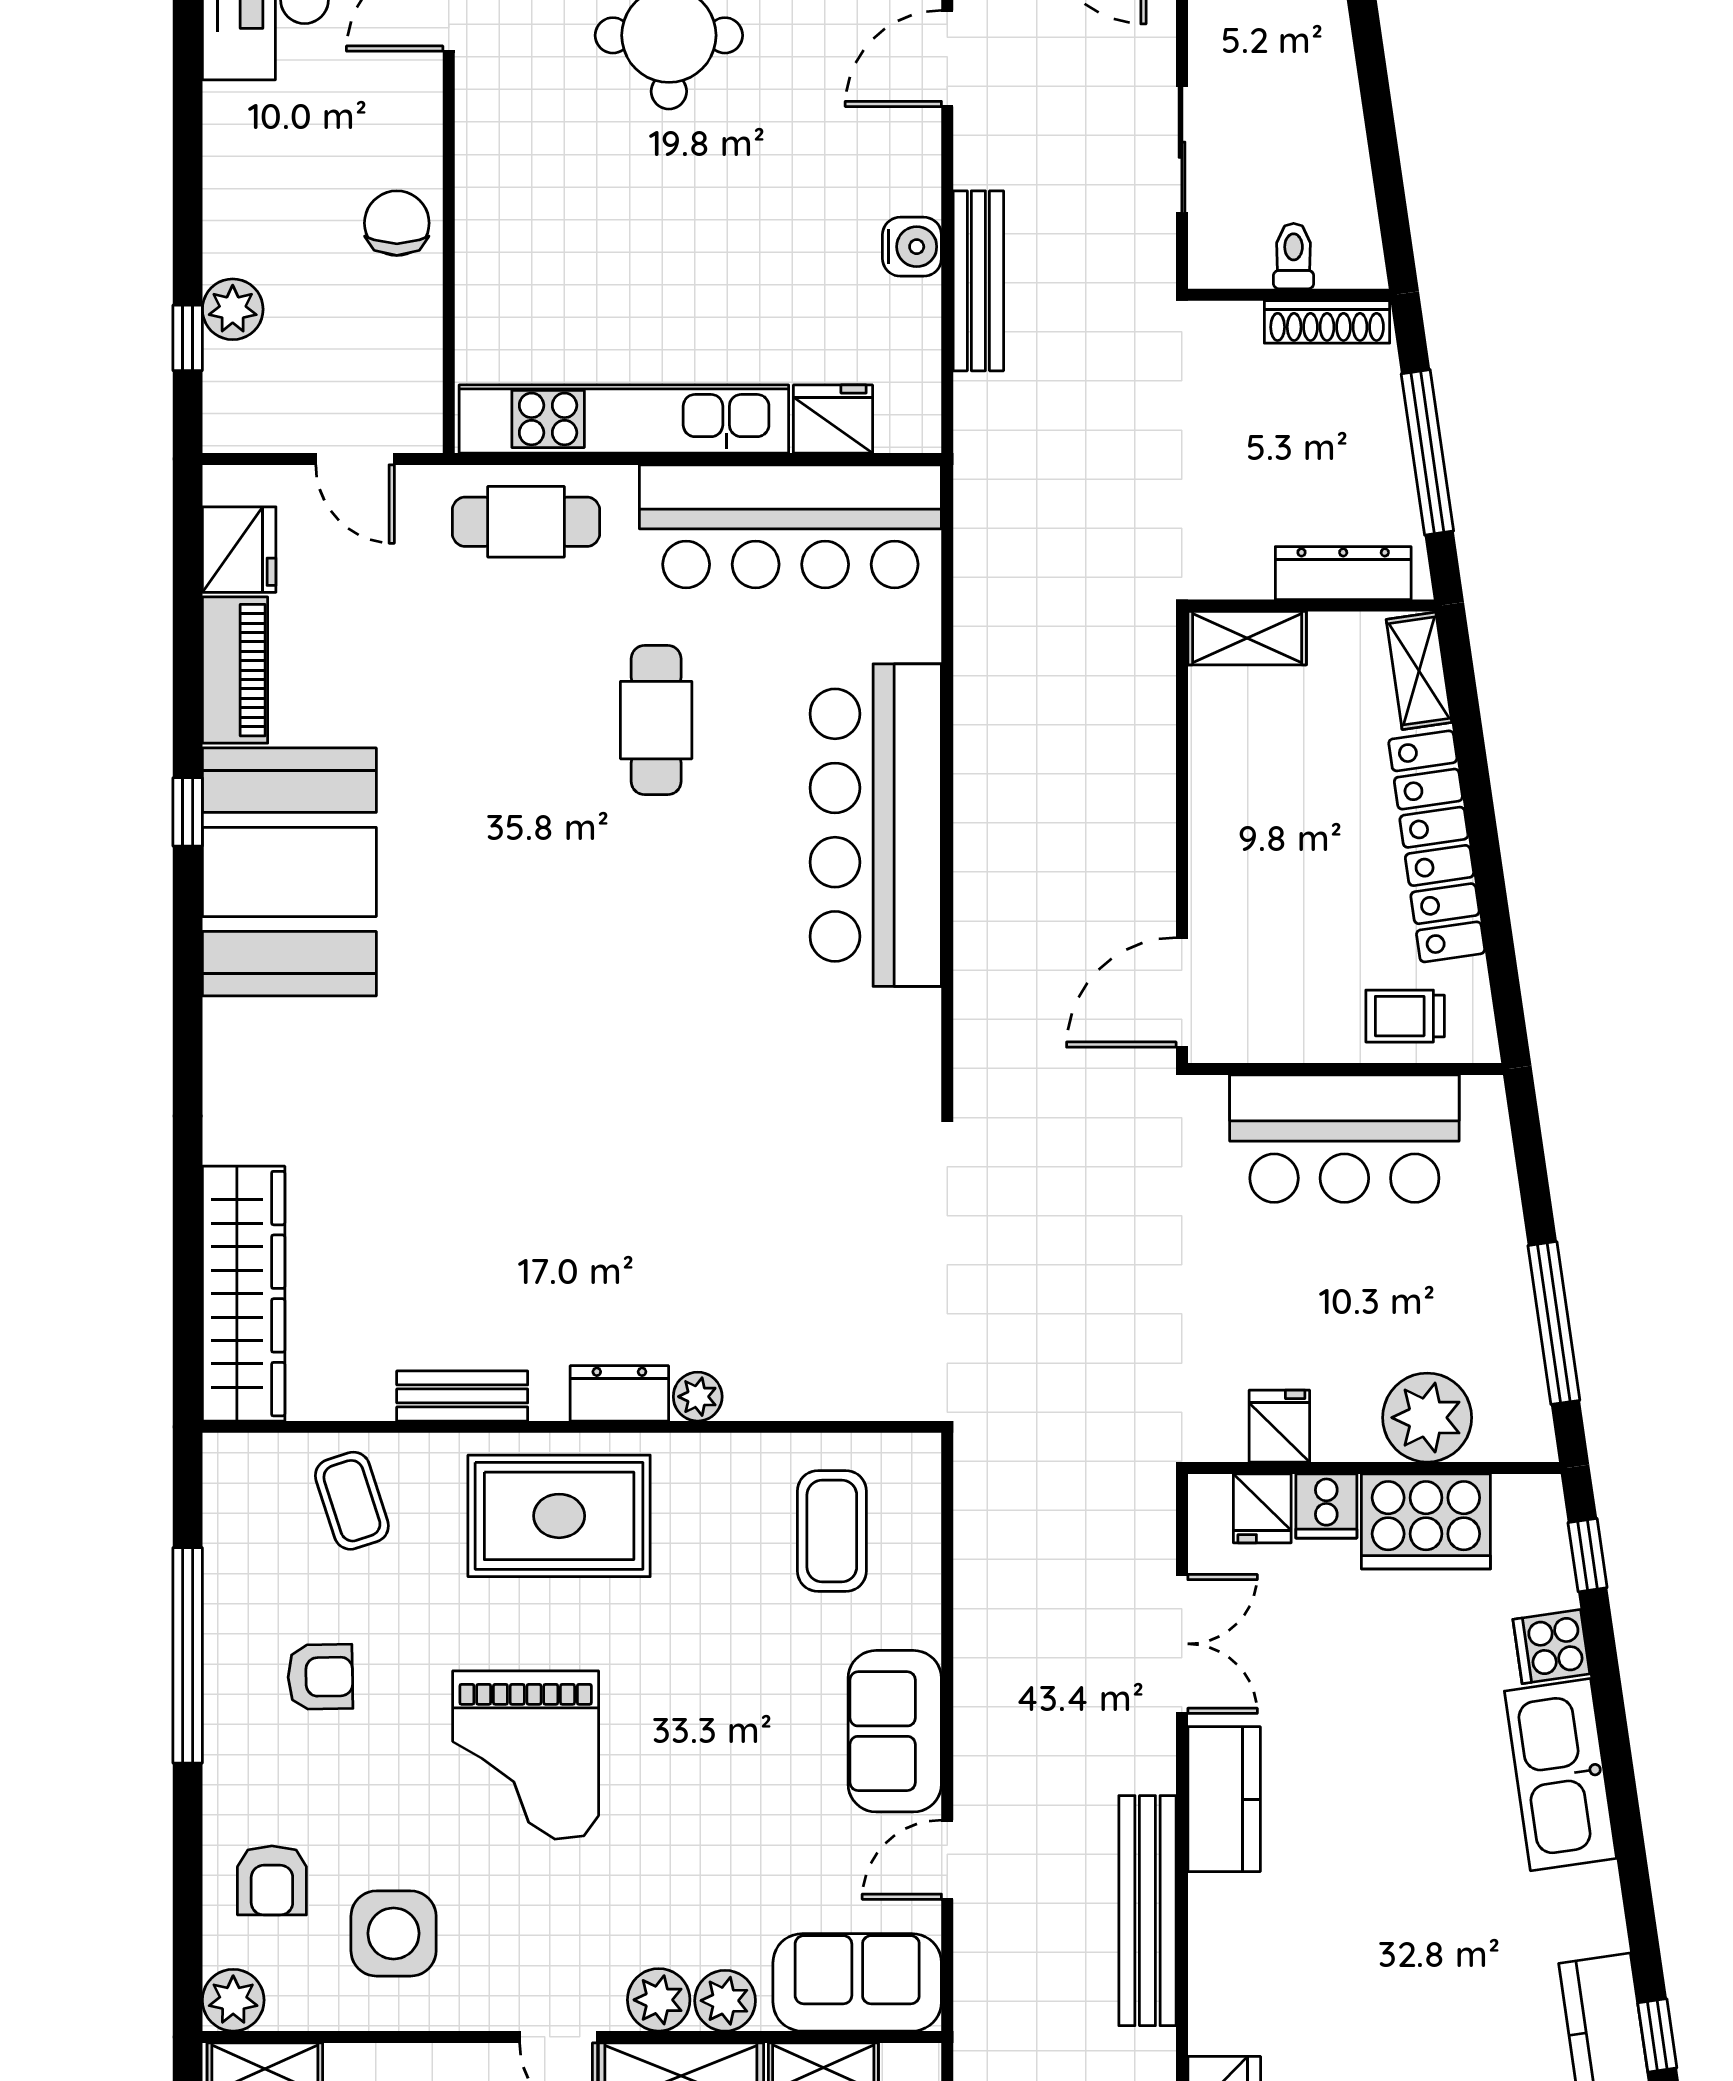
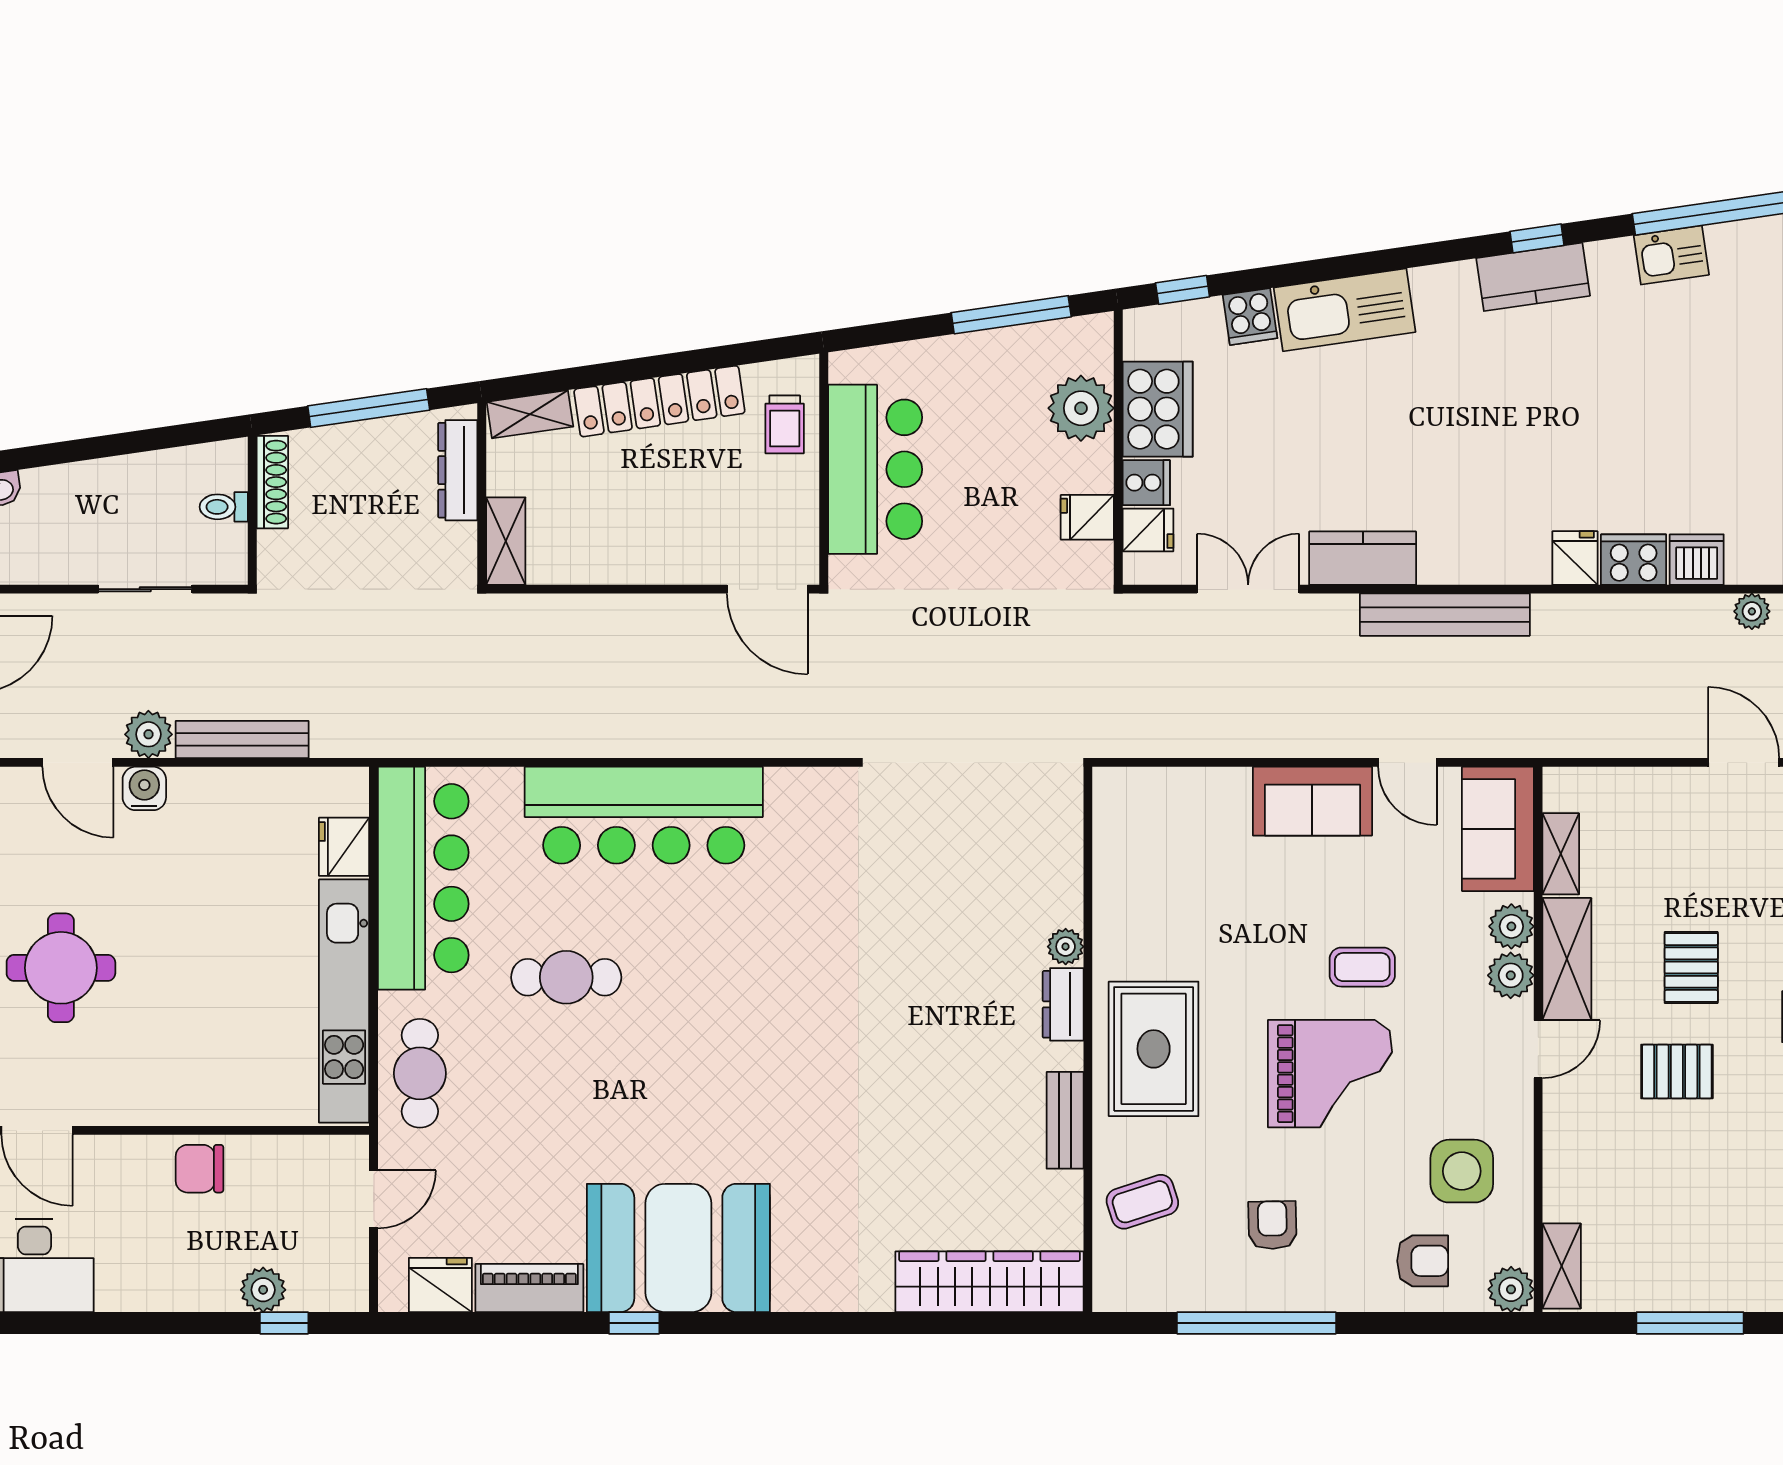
plant: (985, 154) -> (148, 734), added
water cooler: (912, 247) -> (144, 788), moved
coffee table: (832, 1531) -> (1362, 967), moved, width x0.73, depth x0.77

